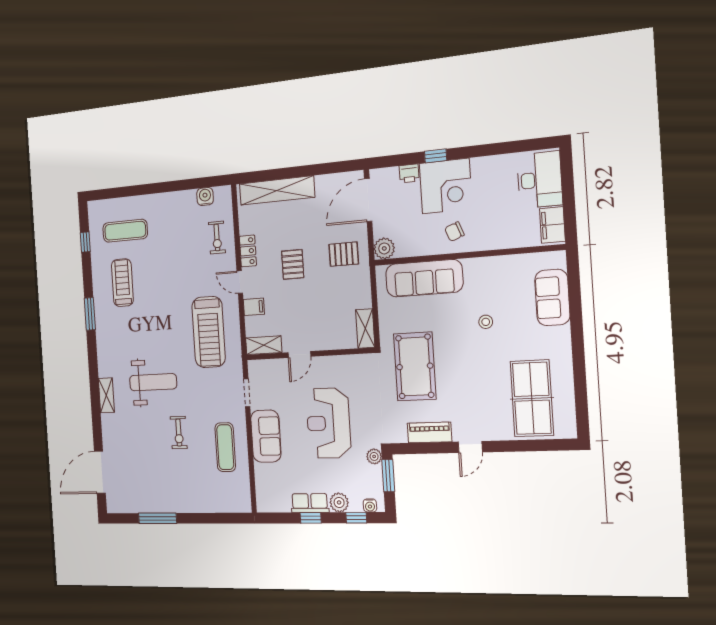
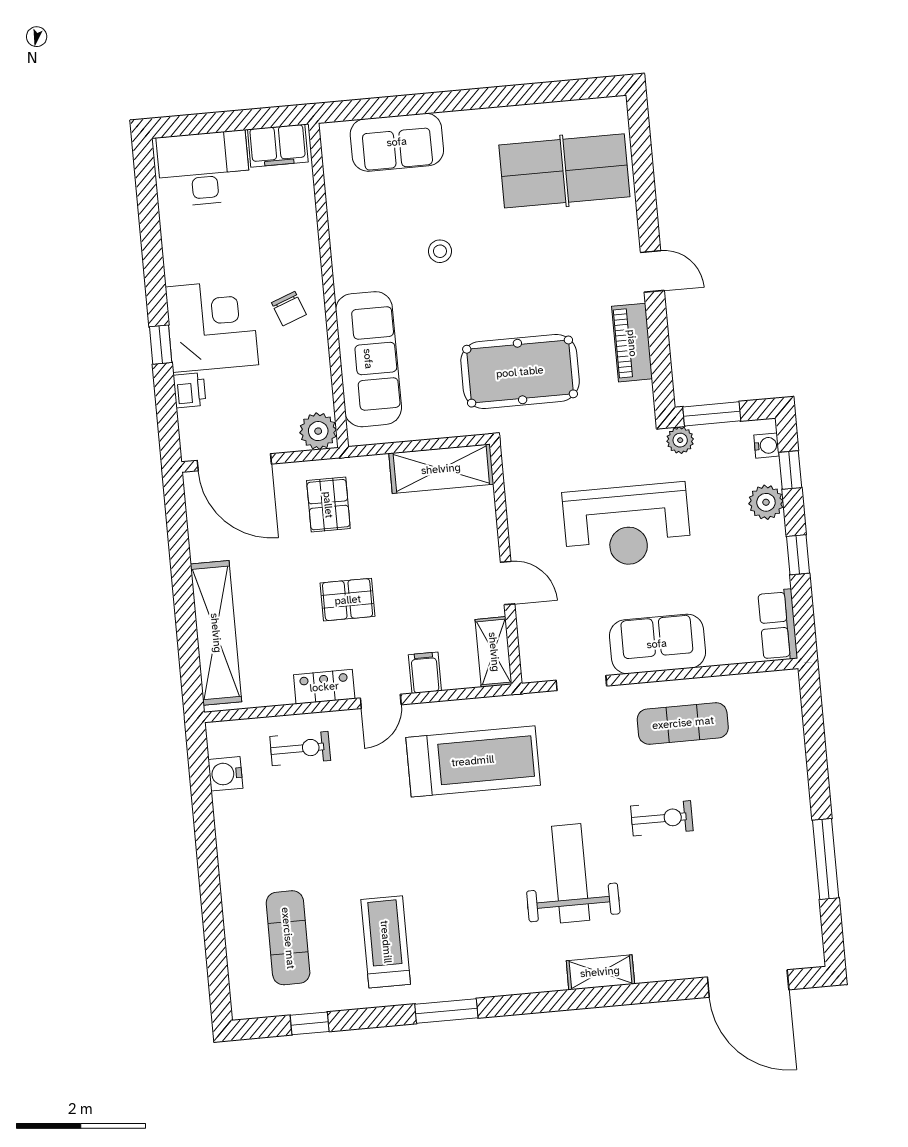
treadmill: (122, 283) -> (386, 942), turned 90
shelving: (365, 329) -> (441, 469), width x1.50, depth x1.33
row of seats: (310, 503) -> (778, 625), moved

